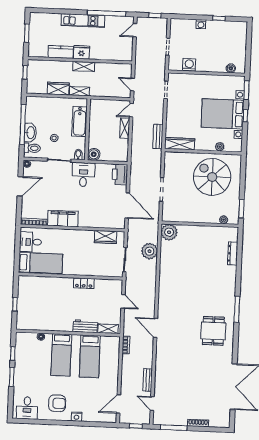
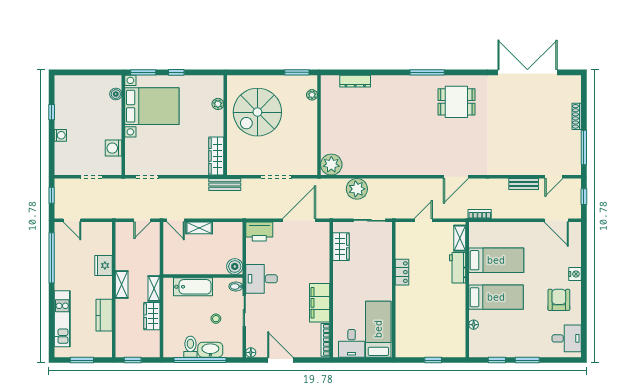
kitchen unit: (83, 20) -> (62, 319), moved
fridge: (82, 52) -> (104, 266), moved
bed with nightstands: (223, 114) -> (152, 106), moved, turned -90
bench: (158, 137) -> (225, 184), moved
toilet: (32, 148) -> (190, 347), moved

